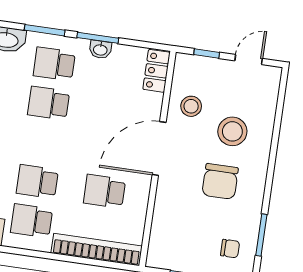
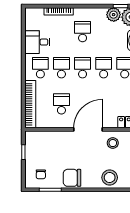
stool: (232, 131) -> (110, 178), moved
school desk: (43, 142) -> (83, 68), added
door: (159, 149) -> (88, 129), hinge flipped
chair: (220, 181) -> (72, 178), moved

